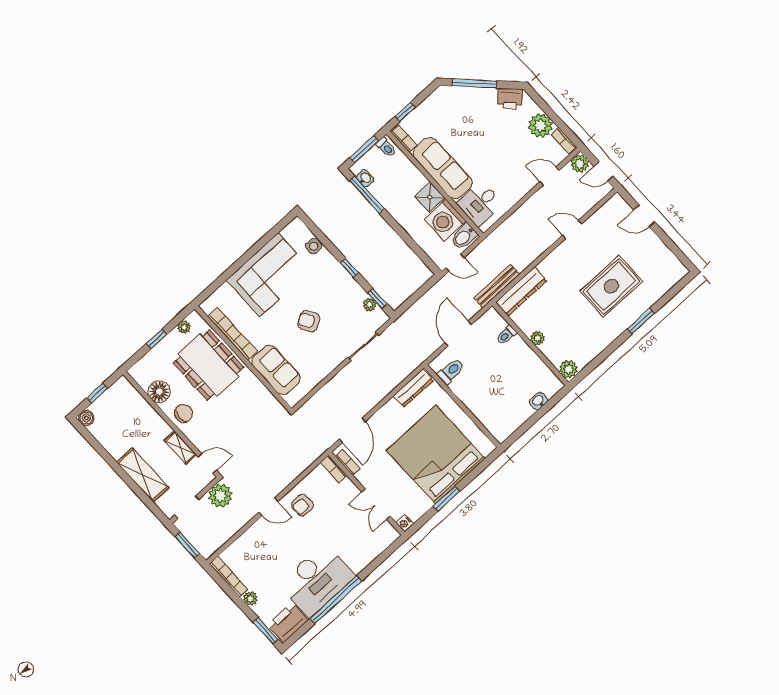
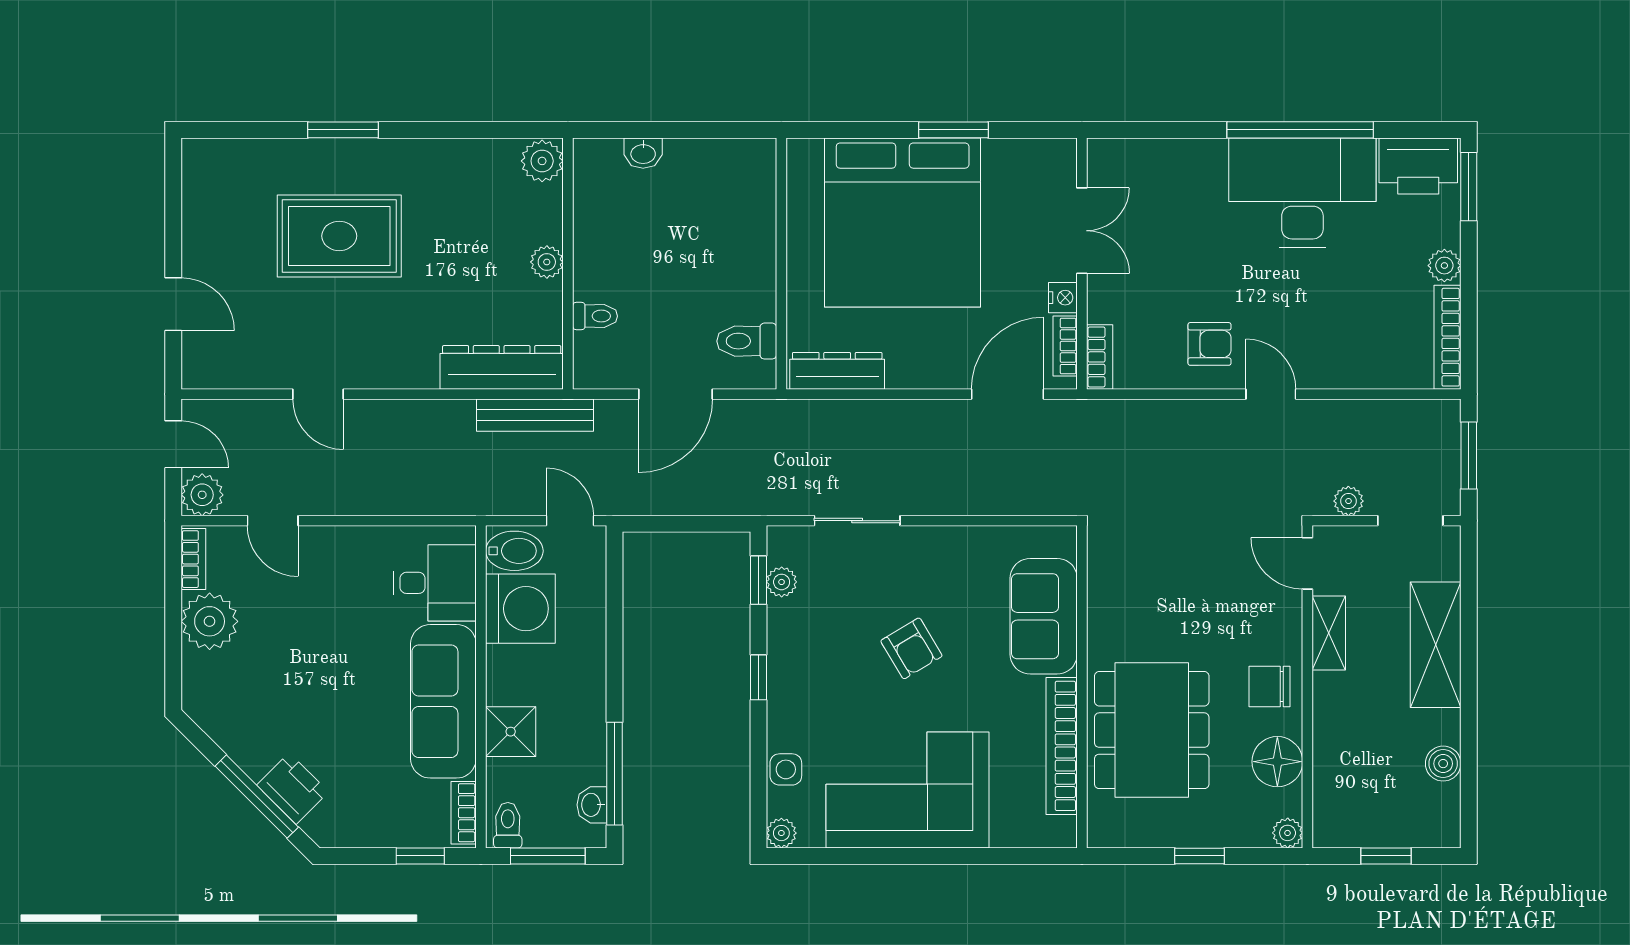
printer: (510, 98) -> (293, 788), moved
shower: (430, 197) -> (511, 732), moved
plant: (297, 224) -> (781, 833), added
plant: (184, 327) -> (1288, 833), moved
boiler: (86, 418) -> (1443, 764), moved
plant: (220, 496) -> (1348, 501), width x0.53, depth x0.53
nightstand: (405, 523) -> (1063, 298), moved

